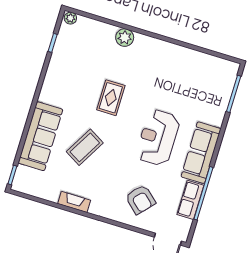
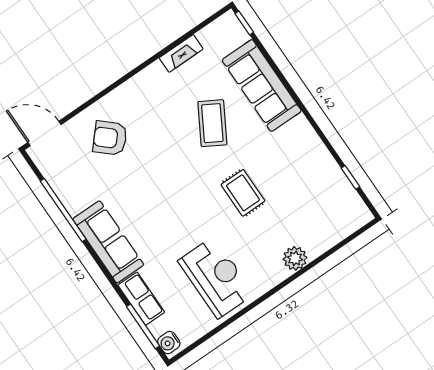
plant: (70, 18) -> (362, 217), removed
water cooler: (231, 72) -> (169, 343), added
reception desk: (158, 138) -> (216, 277), moved
row of seats: (190, 200) -> (141, 299), moved
fireplace: (74, 202) -> (181, 53), moved

